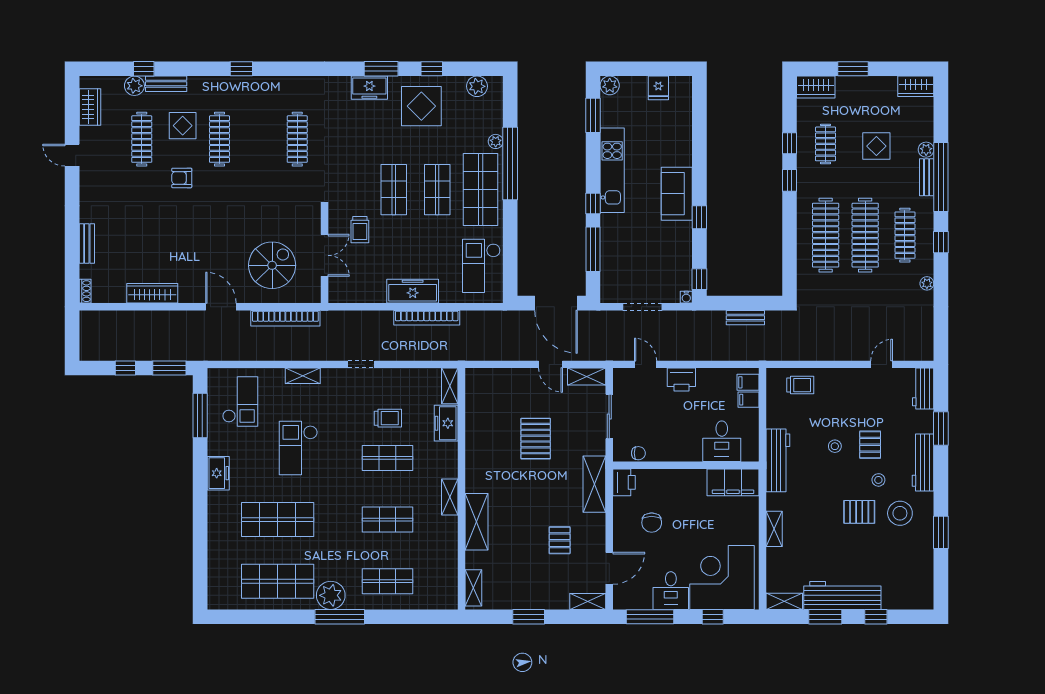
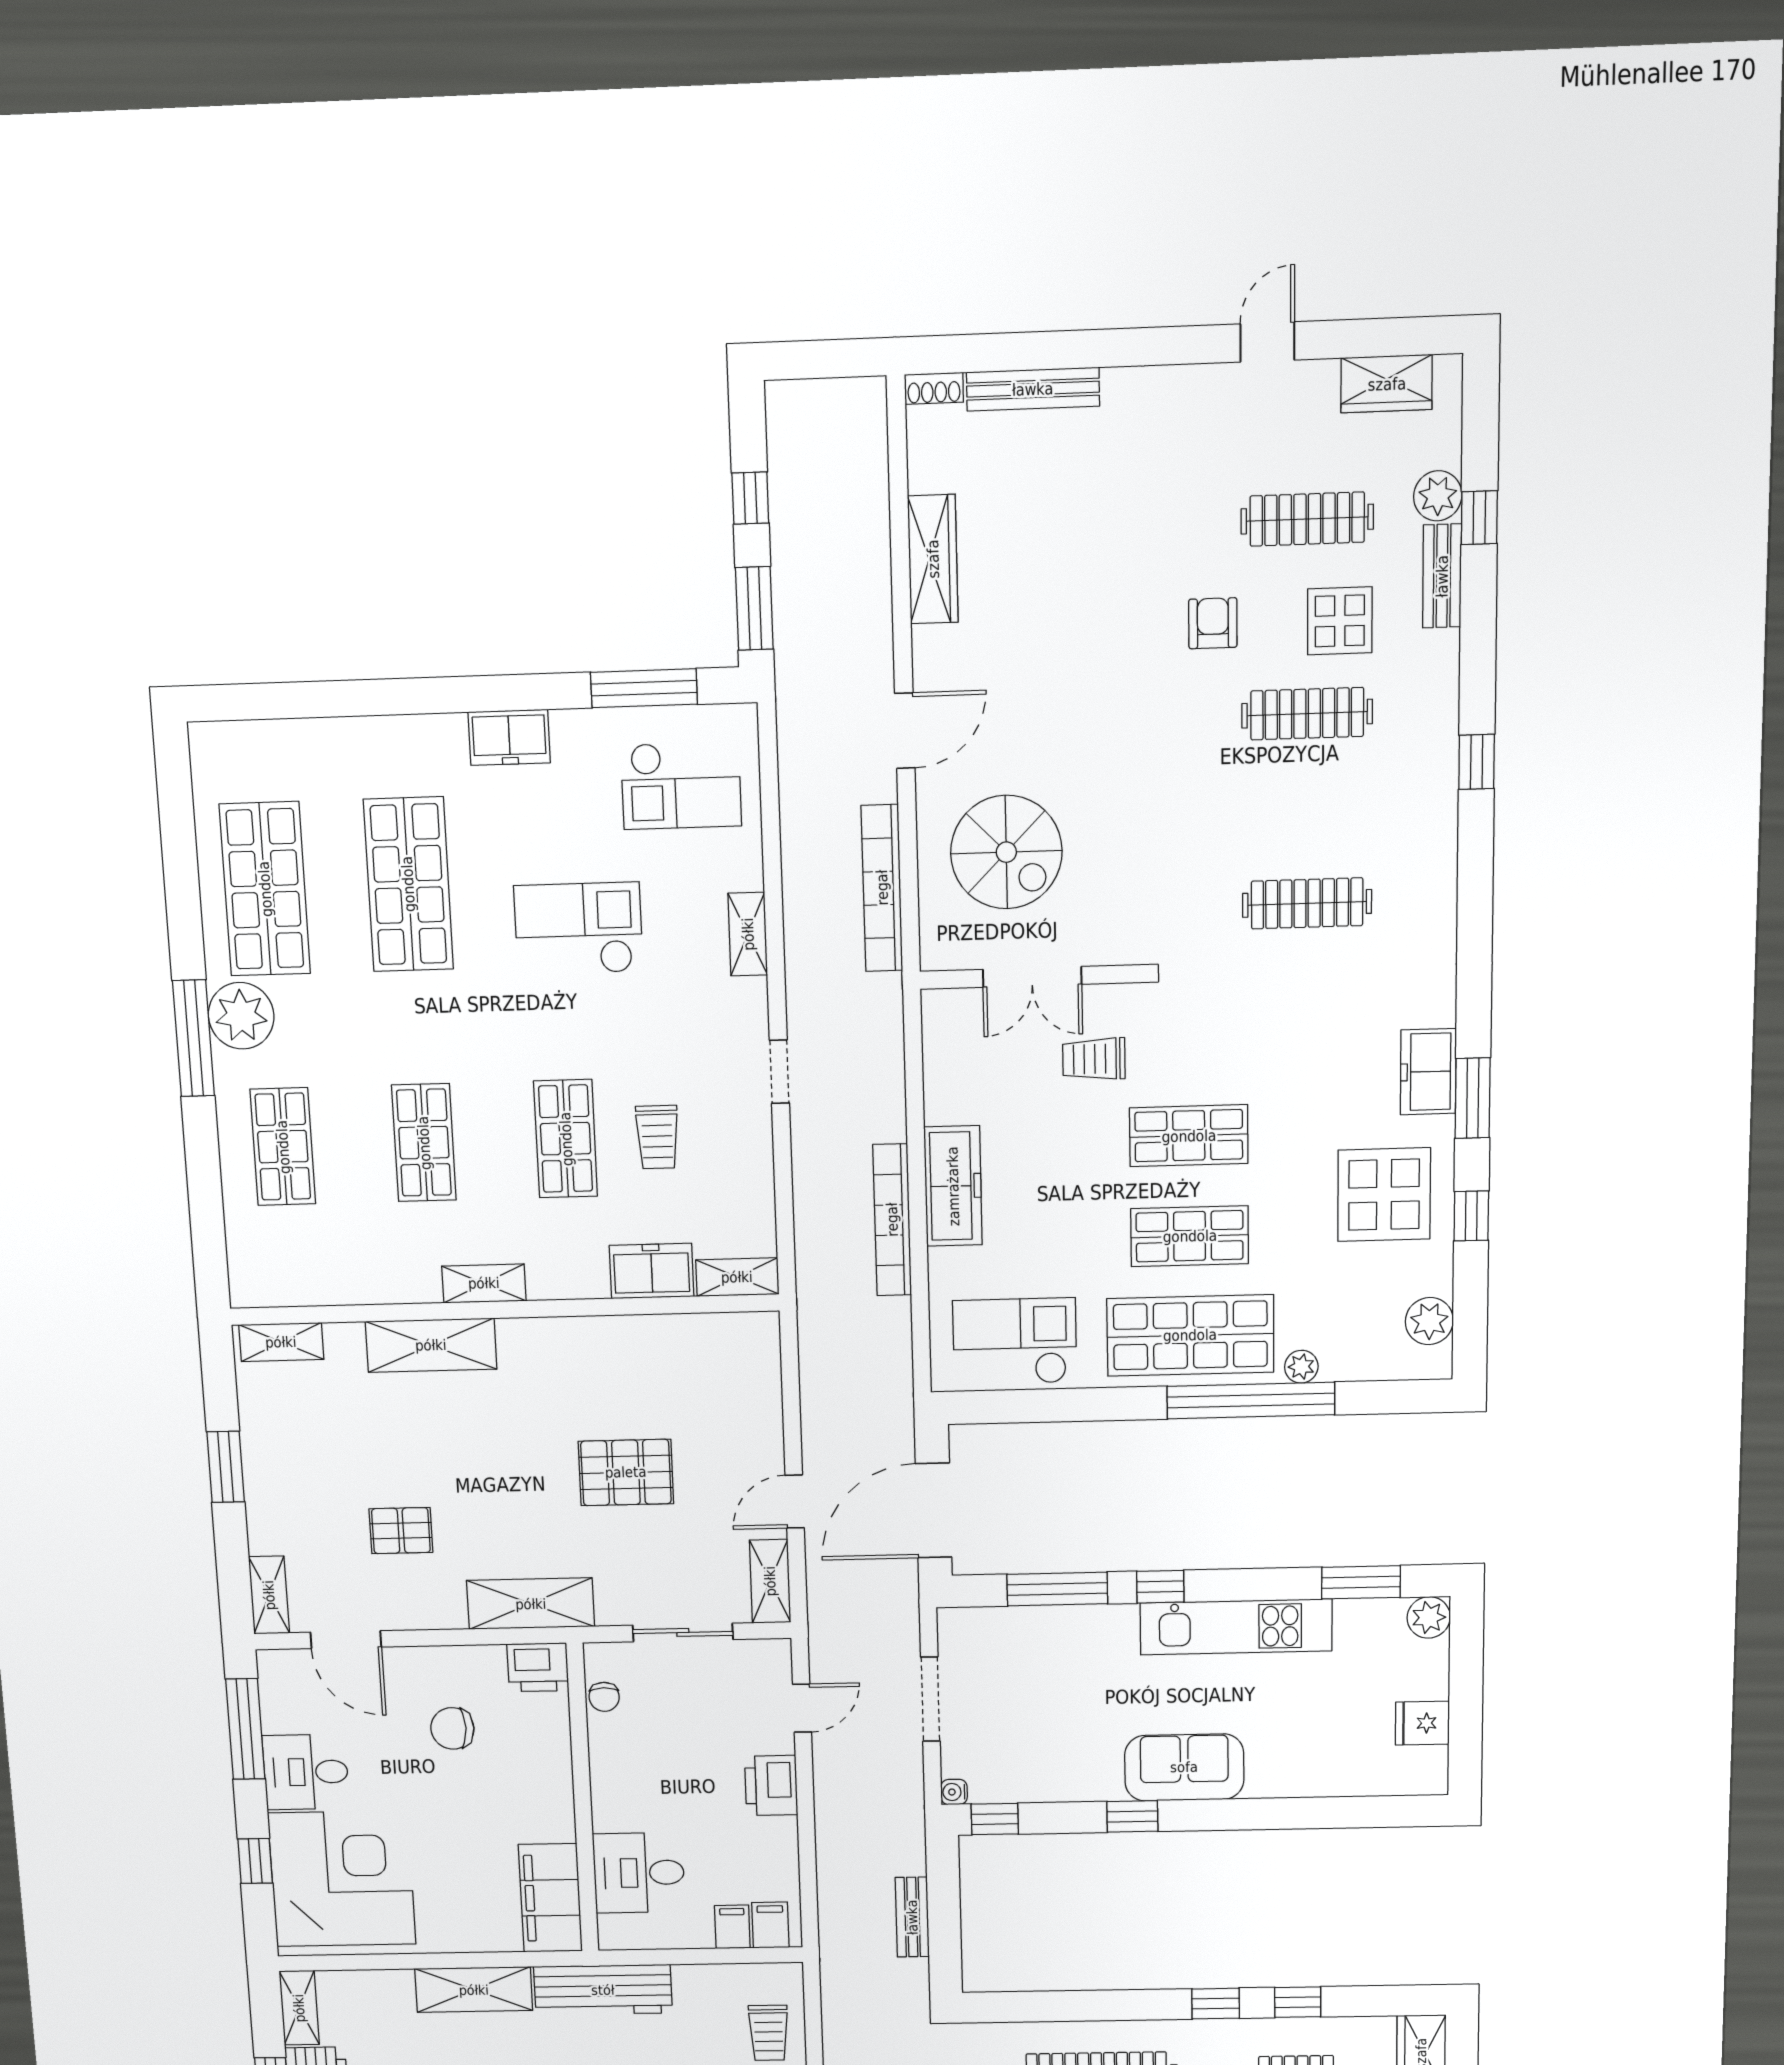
bench: (87, 243) -> (1033, 389), width x1.36
shelving: (774, 529) -> (474, 1990), width x1.50, depth x1.33

